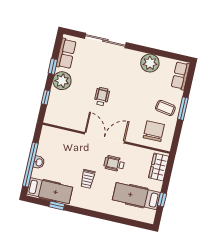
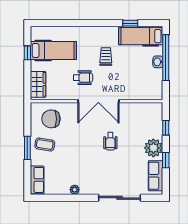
plant: (150, 63) -> (75, 190), width x0.53, depth x0.53
chair: (154, 131) -> (51, 119), turned 90

